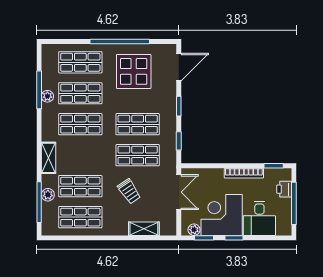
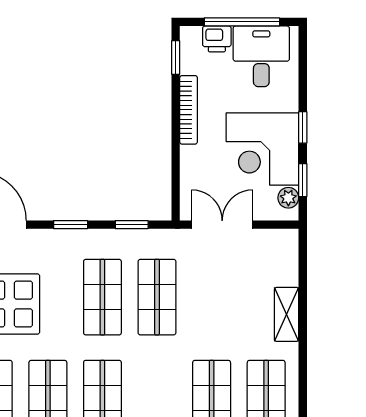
trolley: (129, 191) -> (221, 312), removed
desk: (259, 218) -> (261, 56), moved, turned -90
shelving: (144, 229) -> (286, 314), moved

